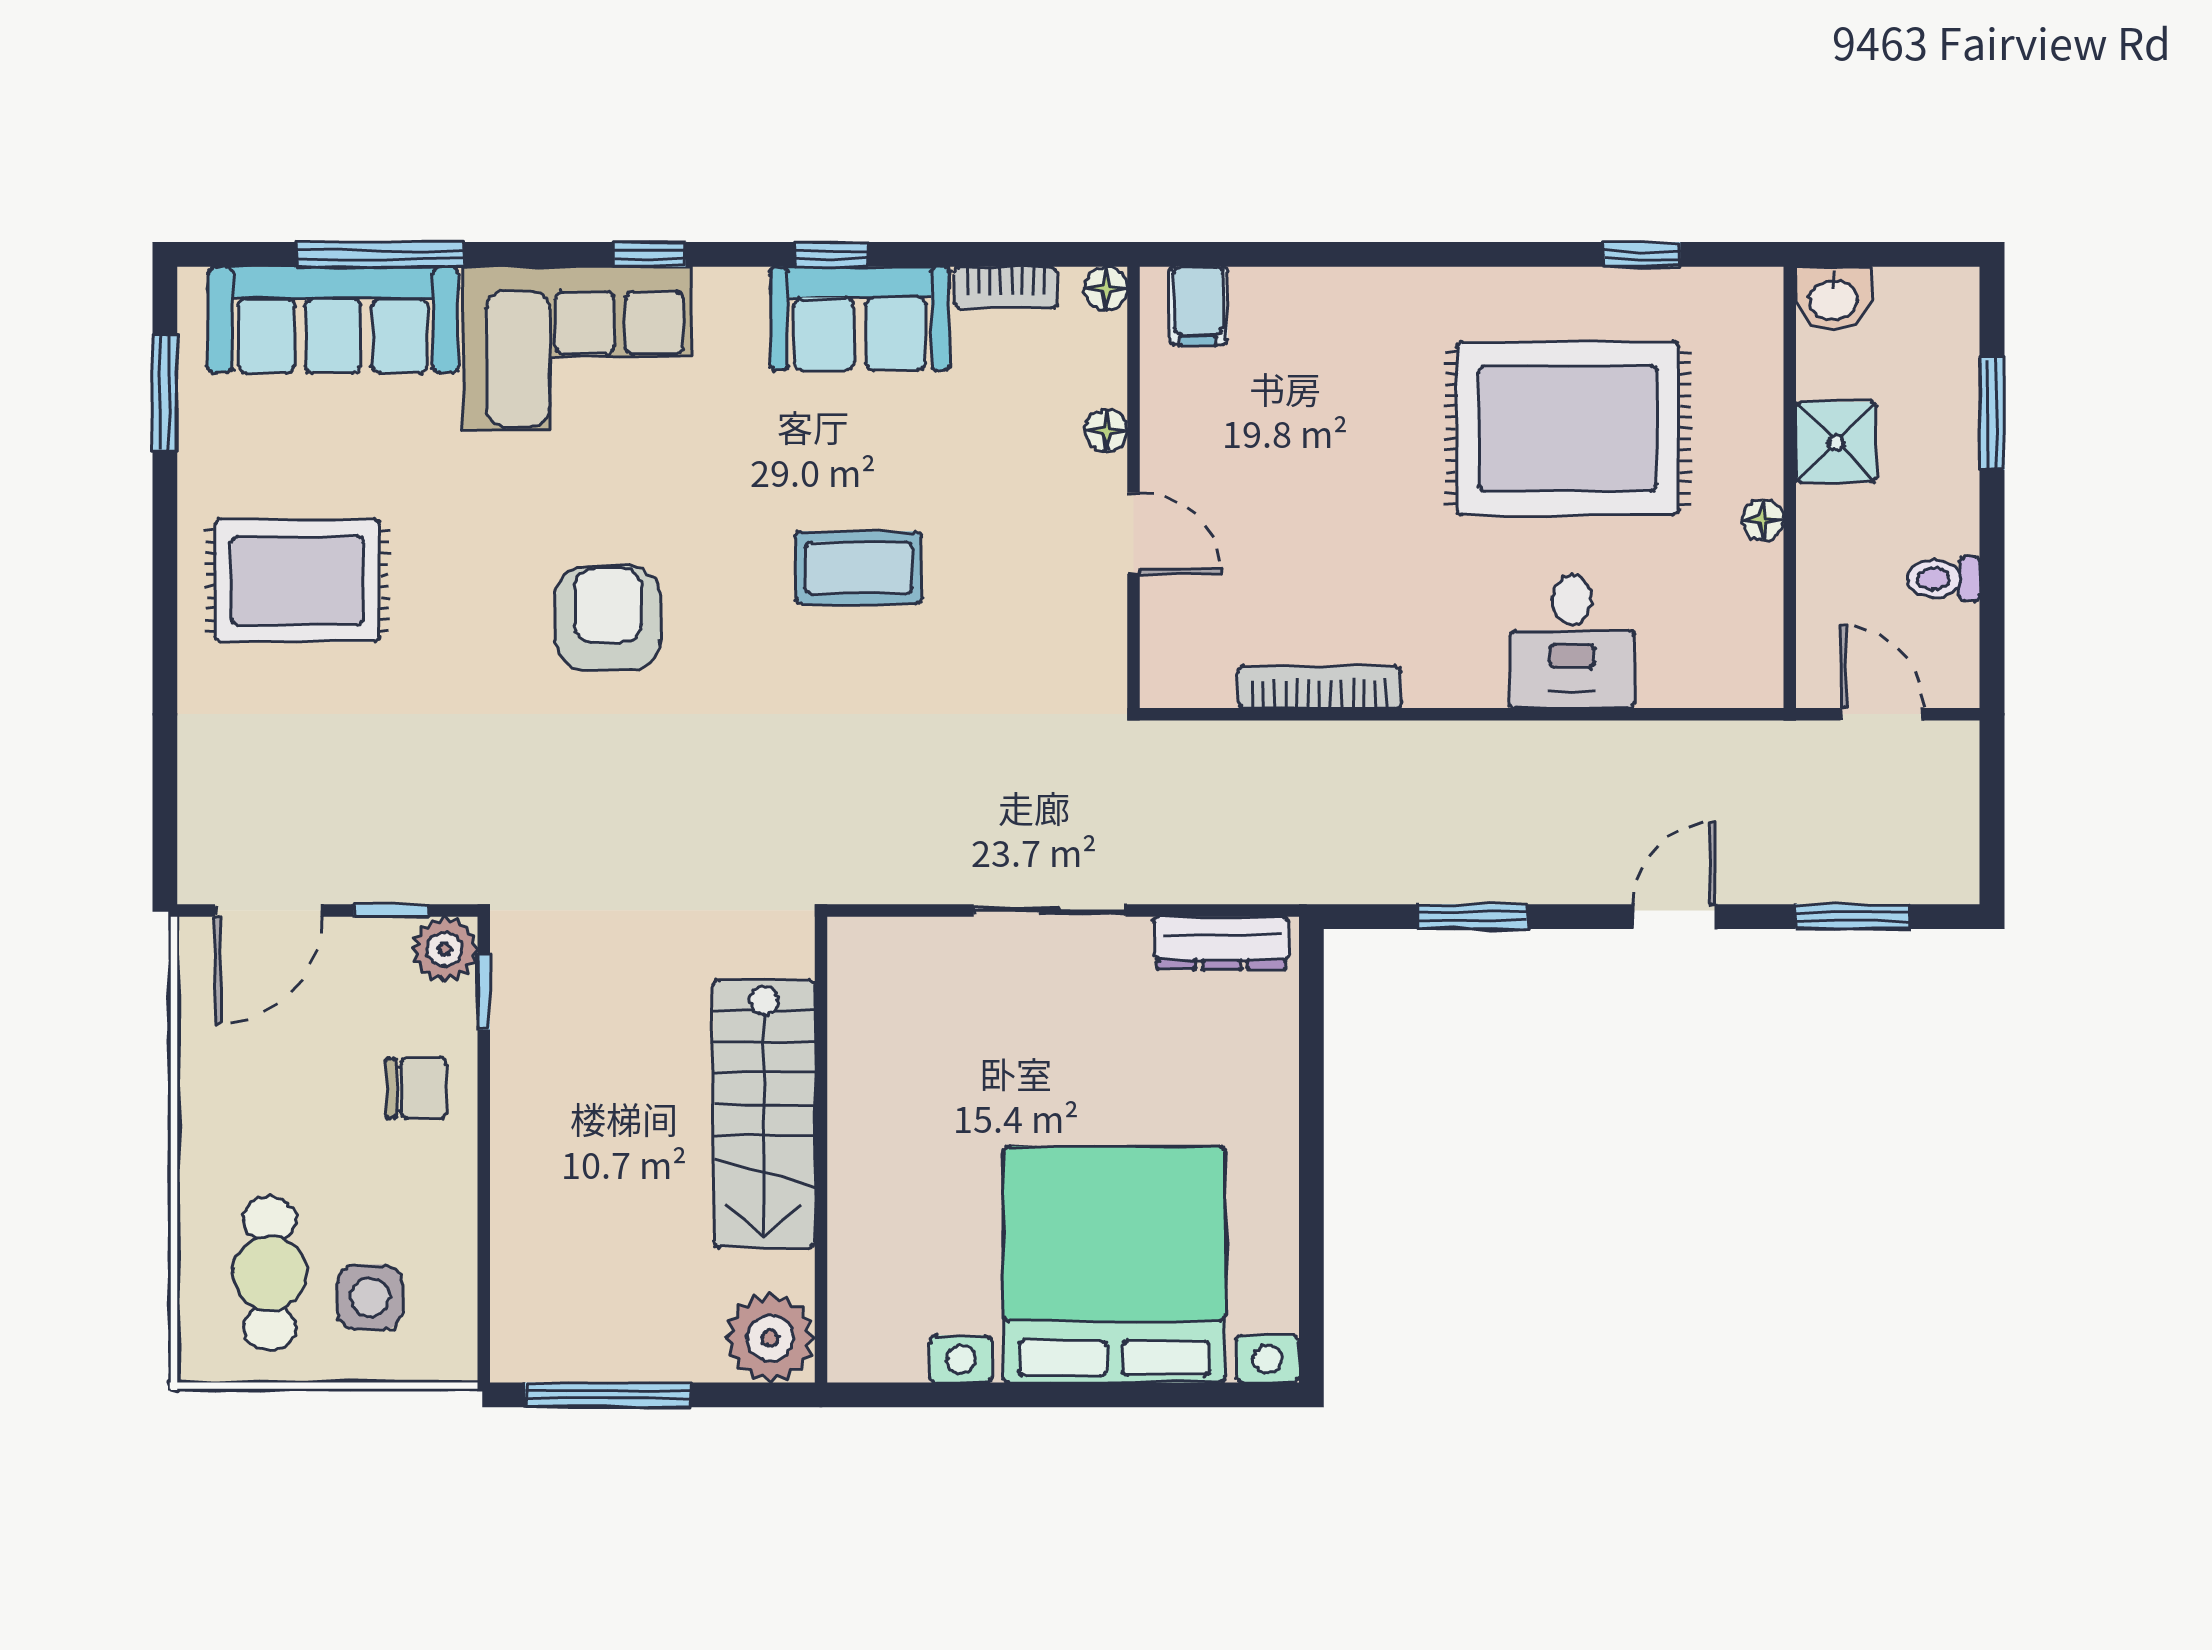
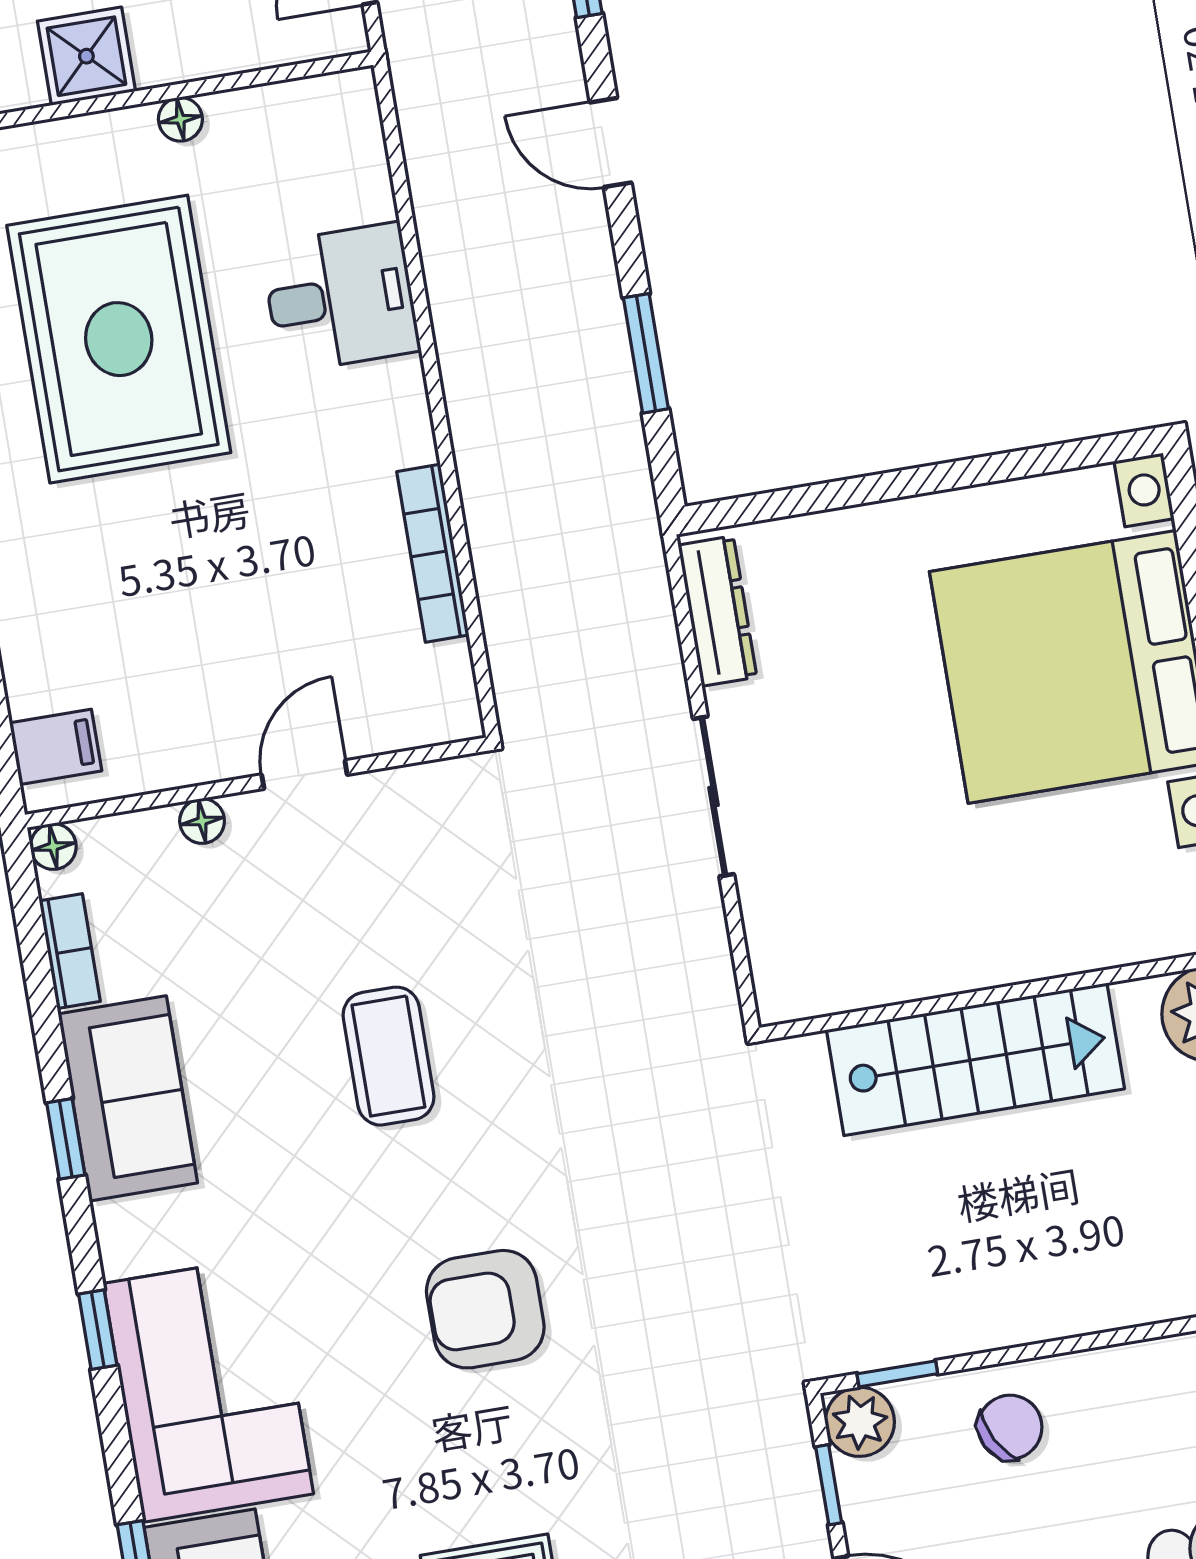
chair: (416, 1088) -> (1010, 1427), turned 62

